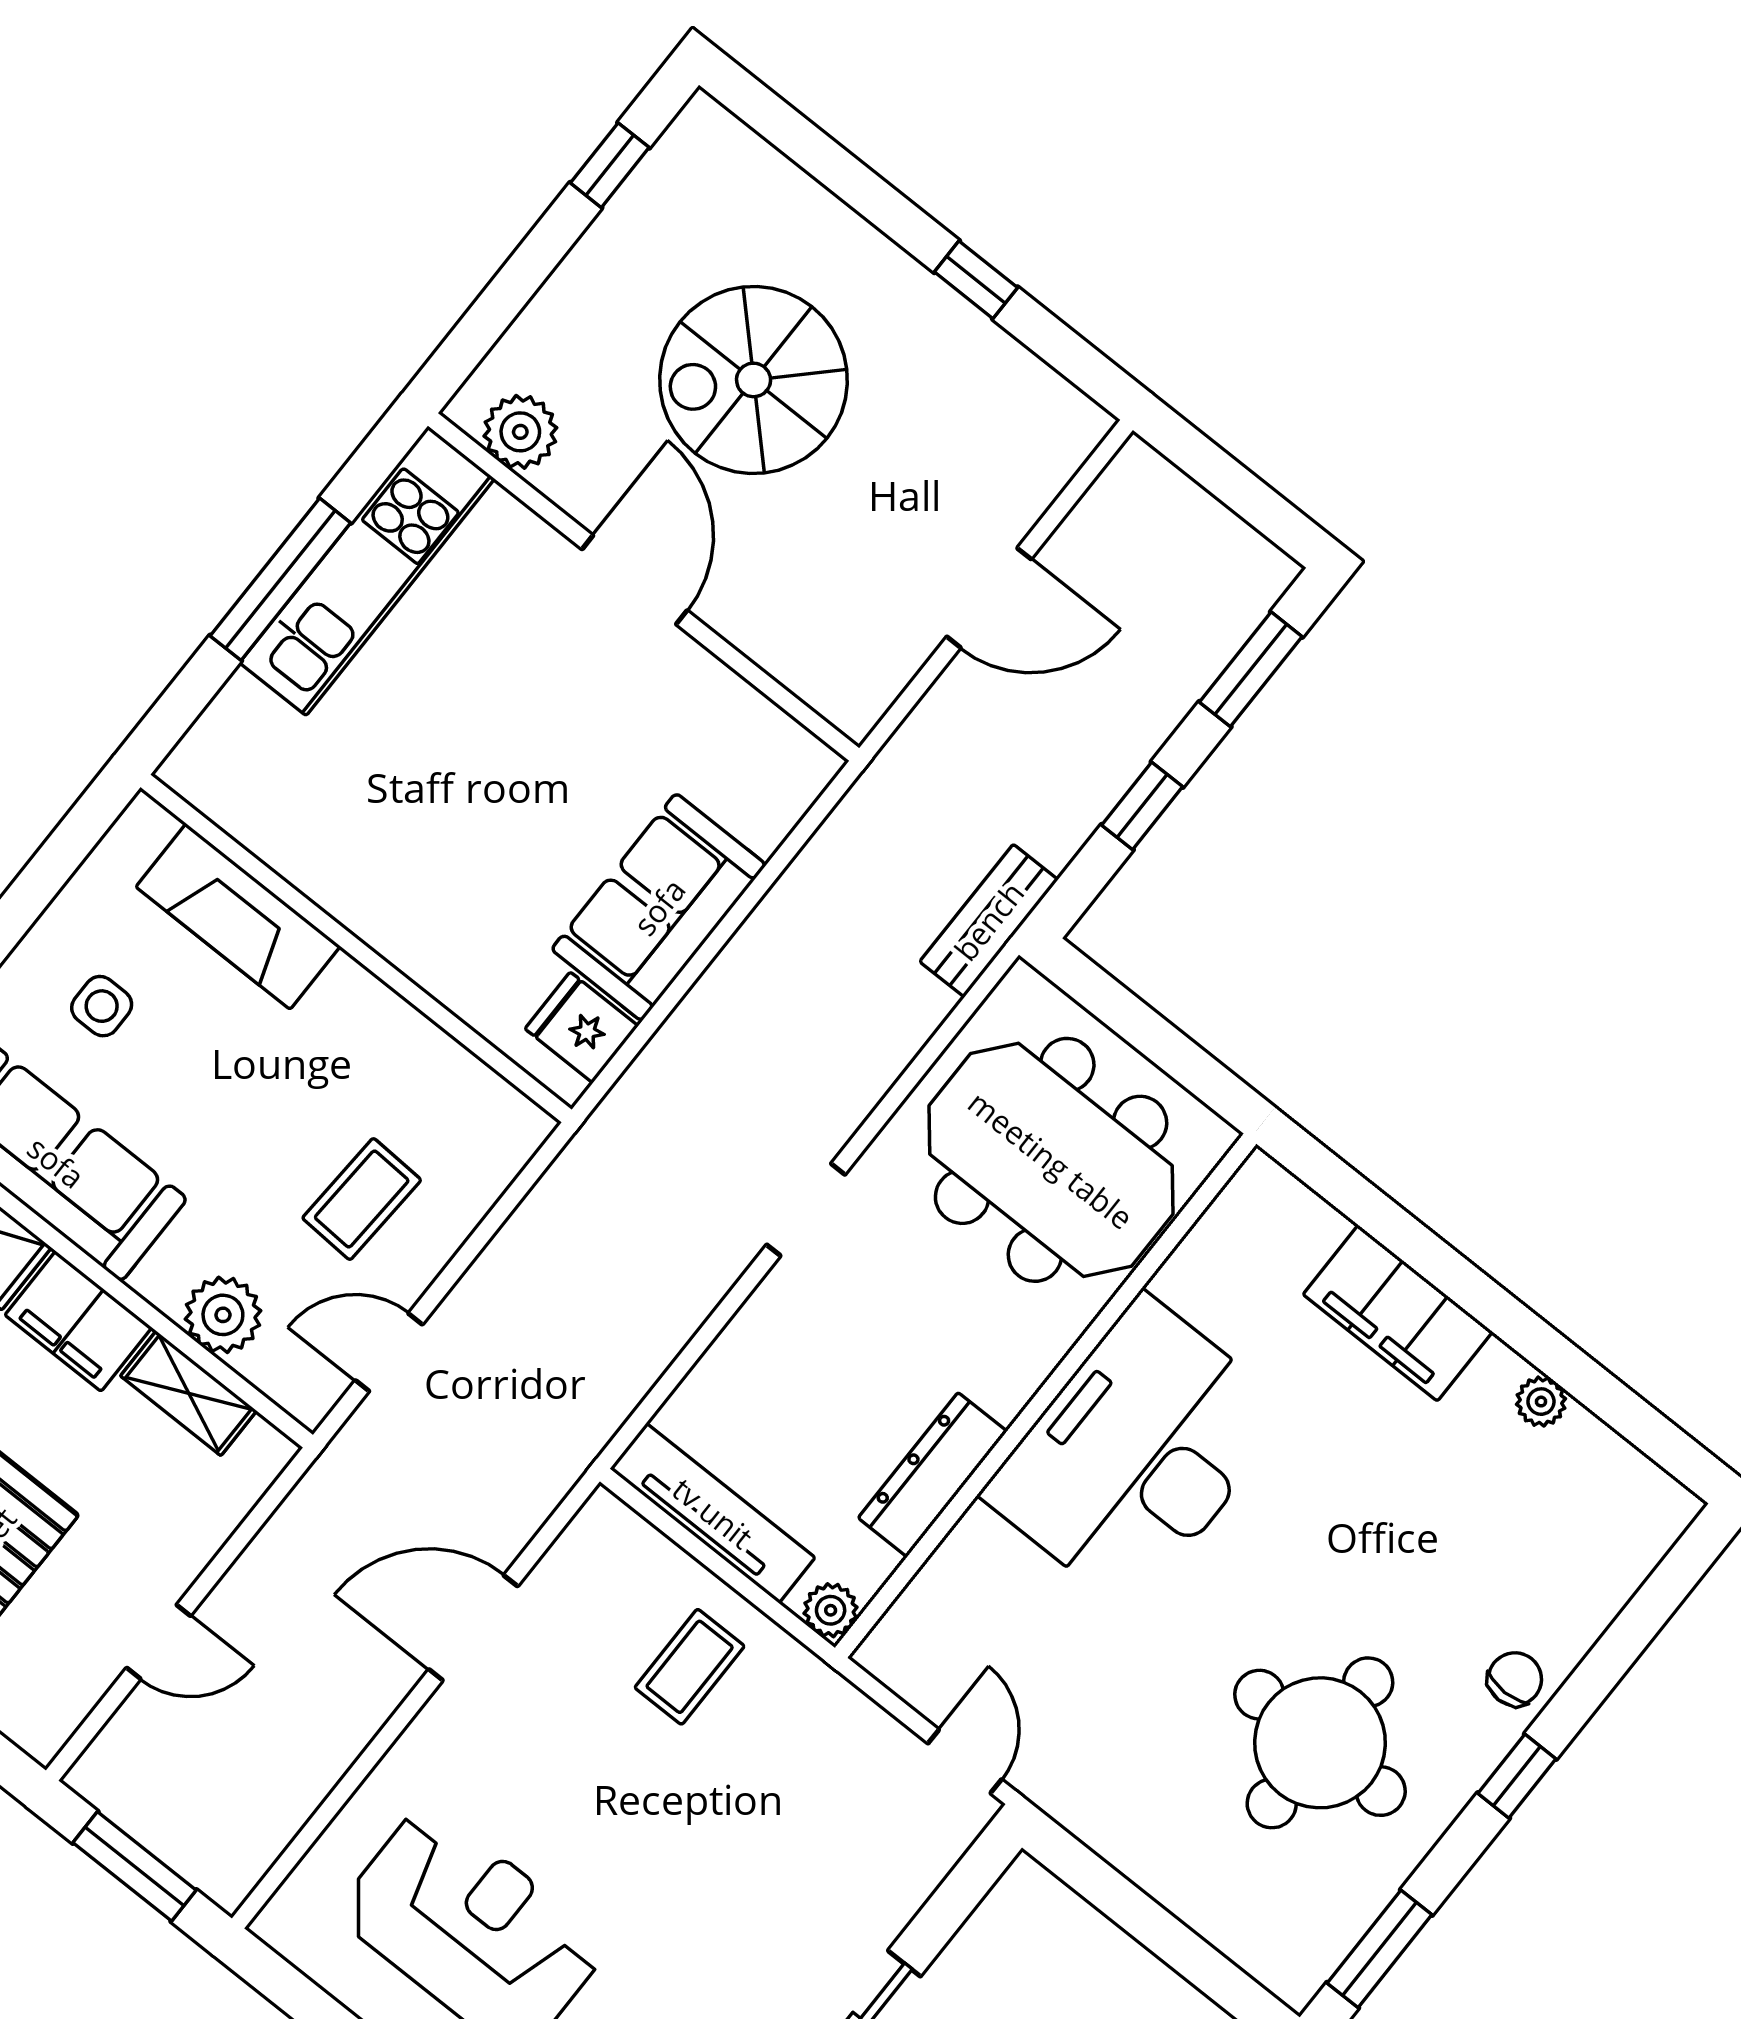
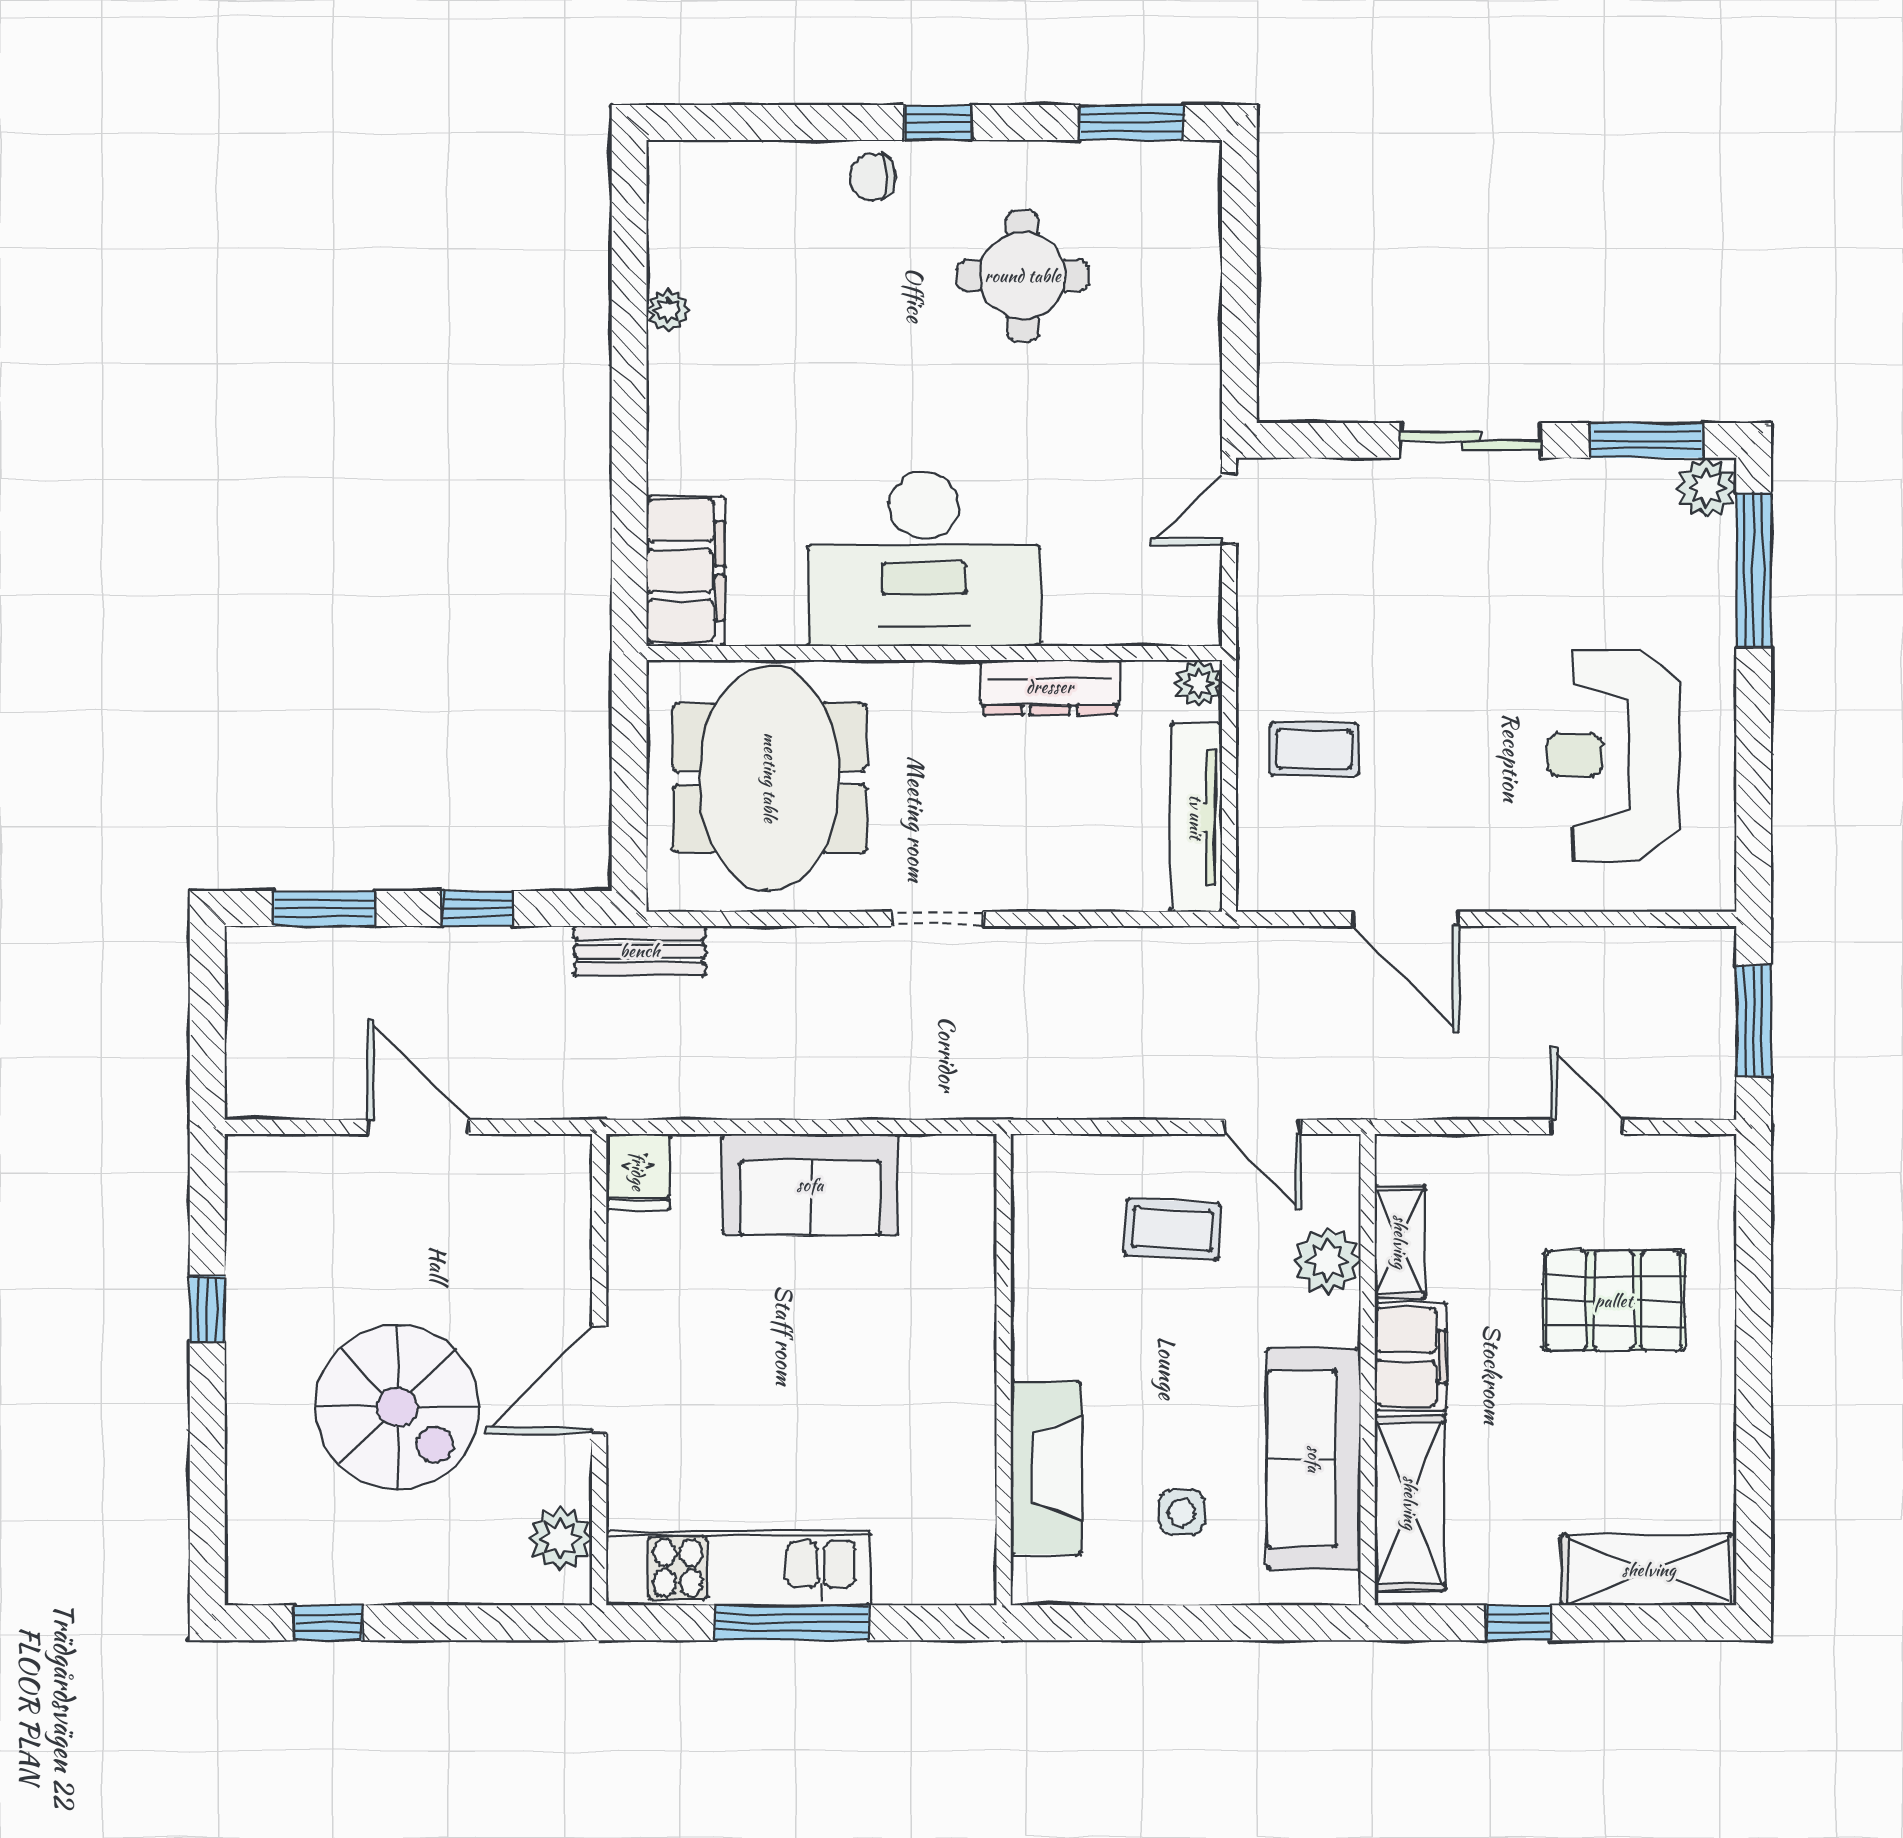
fridge: (582, 1027) -> (638, 1172), moved
filing cabinet: (1398, 1313) -> (686, 571), moved
round table: (1320, 1743) -> (1023, 276), width x0.73, depth x0.73

